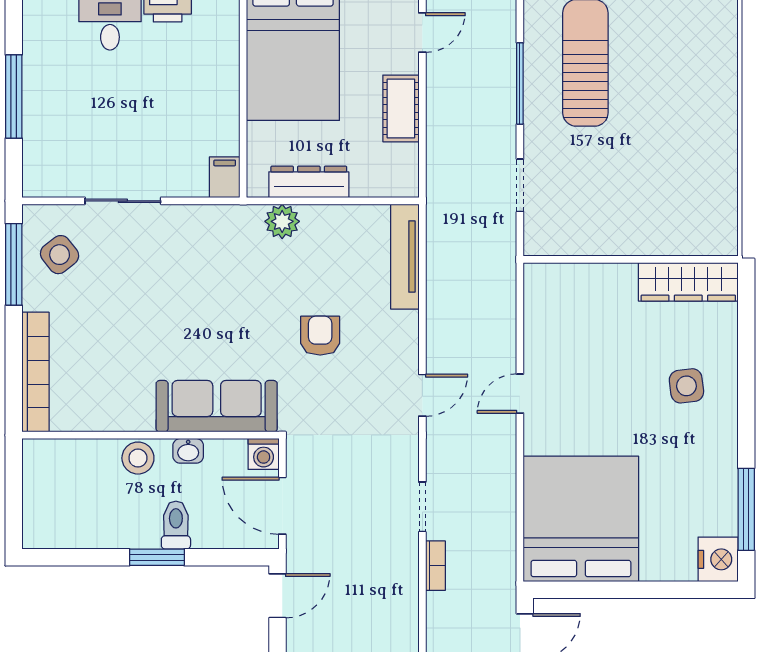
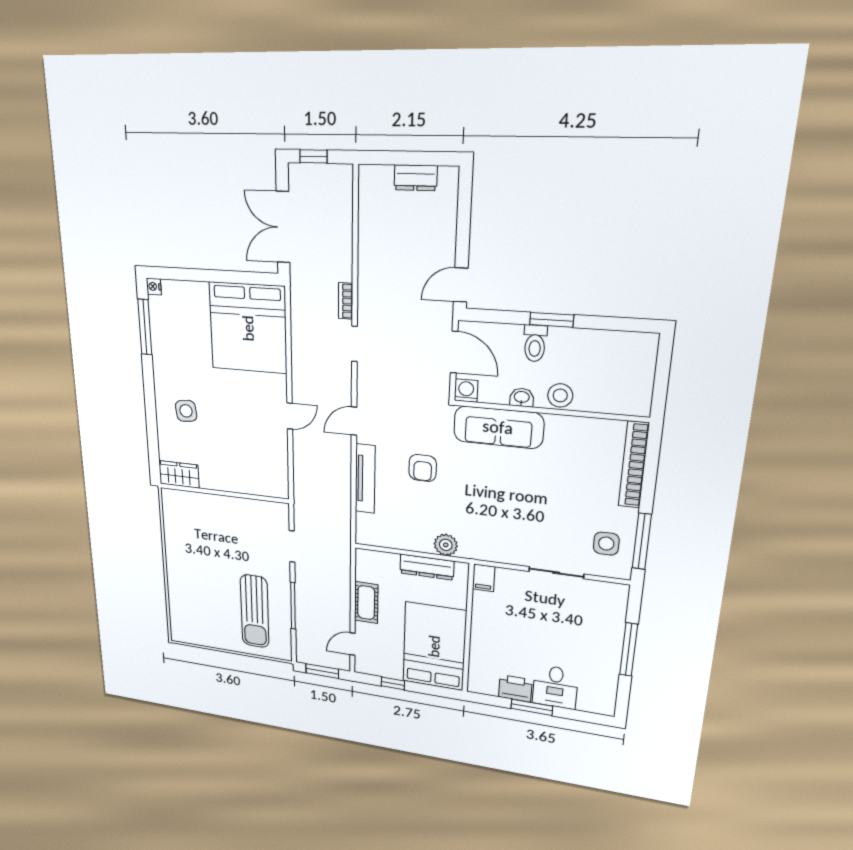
side table: (60, 255) -> (606, 544), turned 38
tv unit: (405, 257) -> (365, 479), moved
wardrobe: (688, 282) -> (179, 474), width x0.67
nightstand: (718, 559) -> (154, 287), width x0.53, depth x0.56

